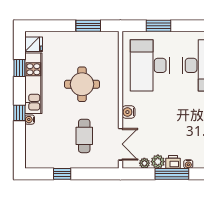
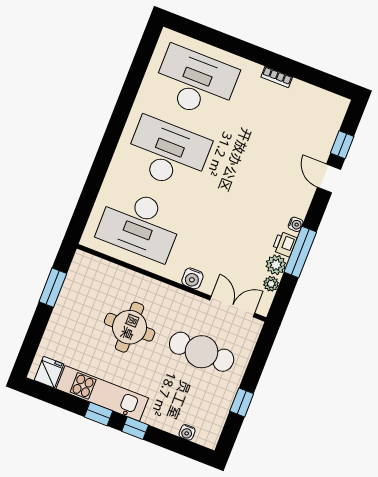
window: (159, 26) -> (90, 191), removed
window: (19, 68) -> (99, 414), moved
water cooler: (30, 120) -> (187, 432), moved
cafe table: (84, 136) -> (202, 352), width x1.37, depth x1.35

